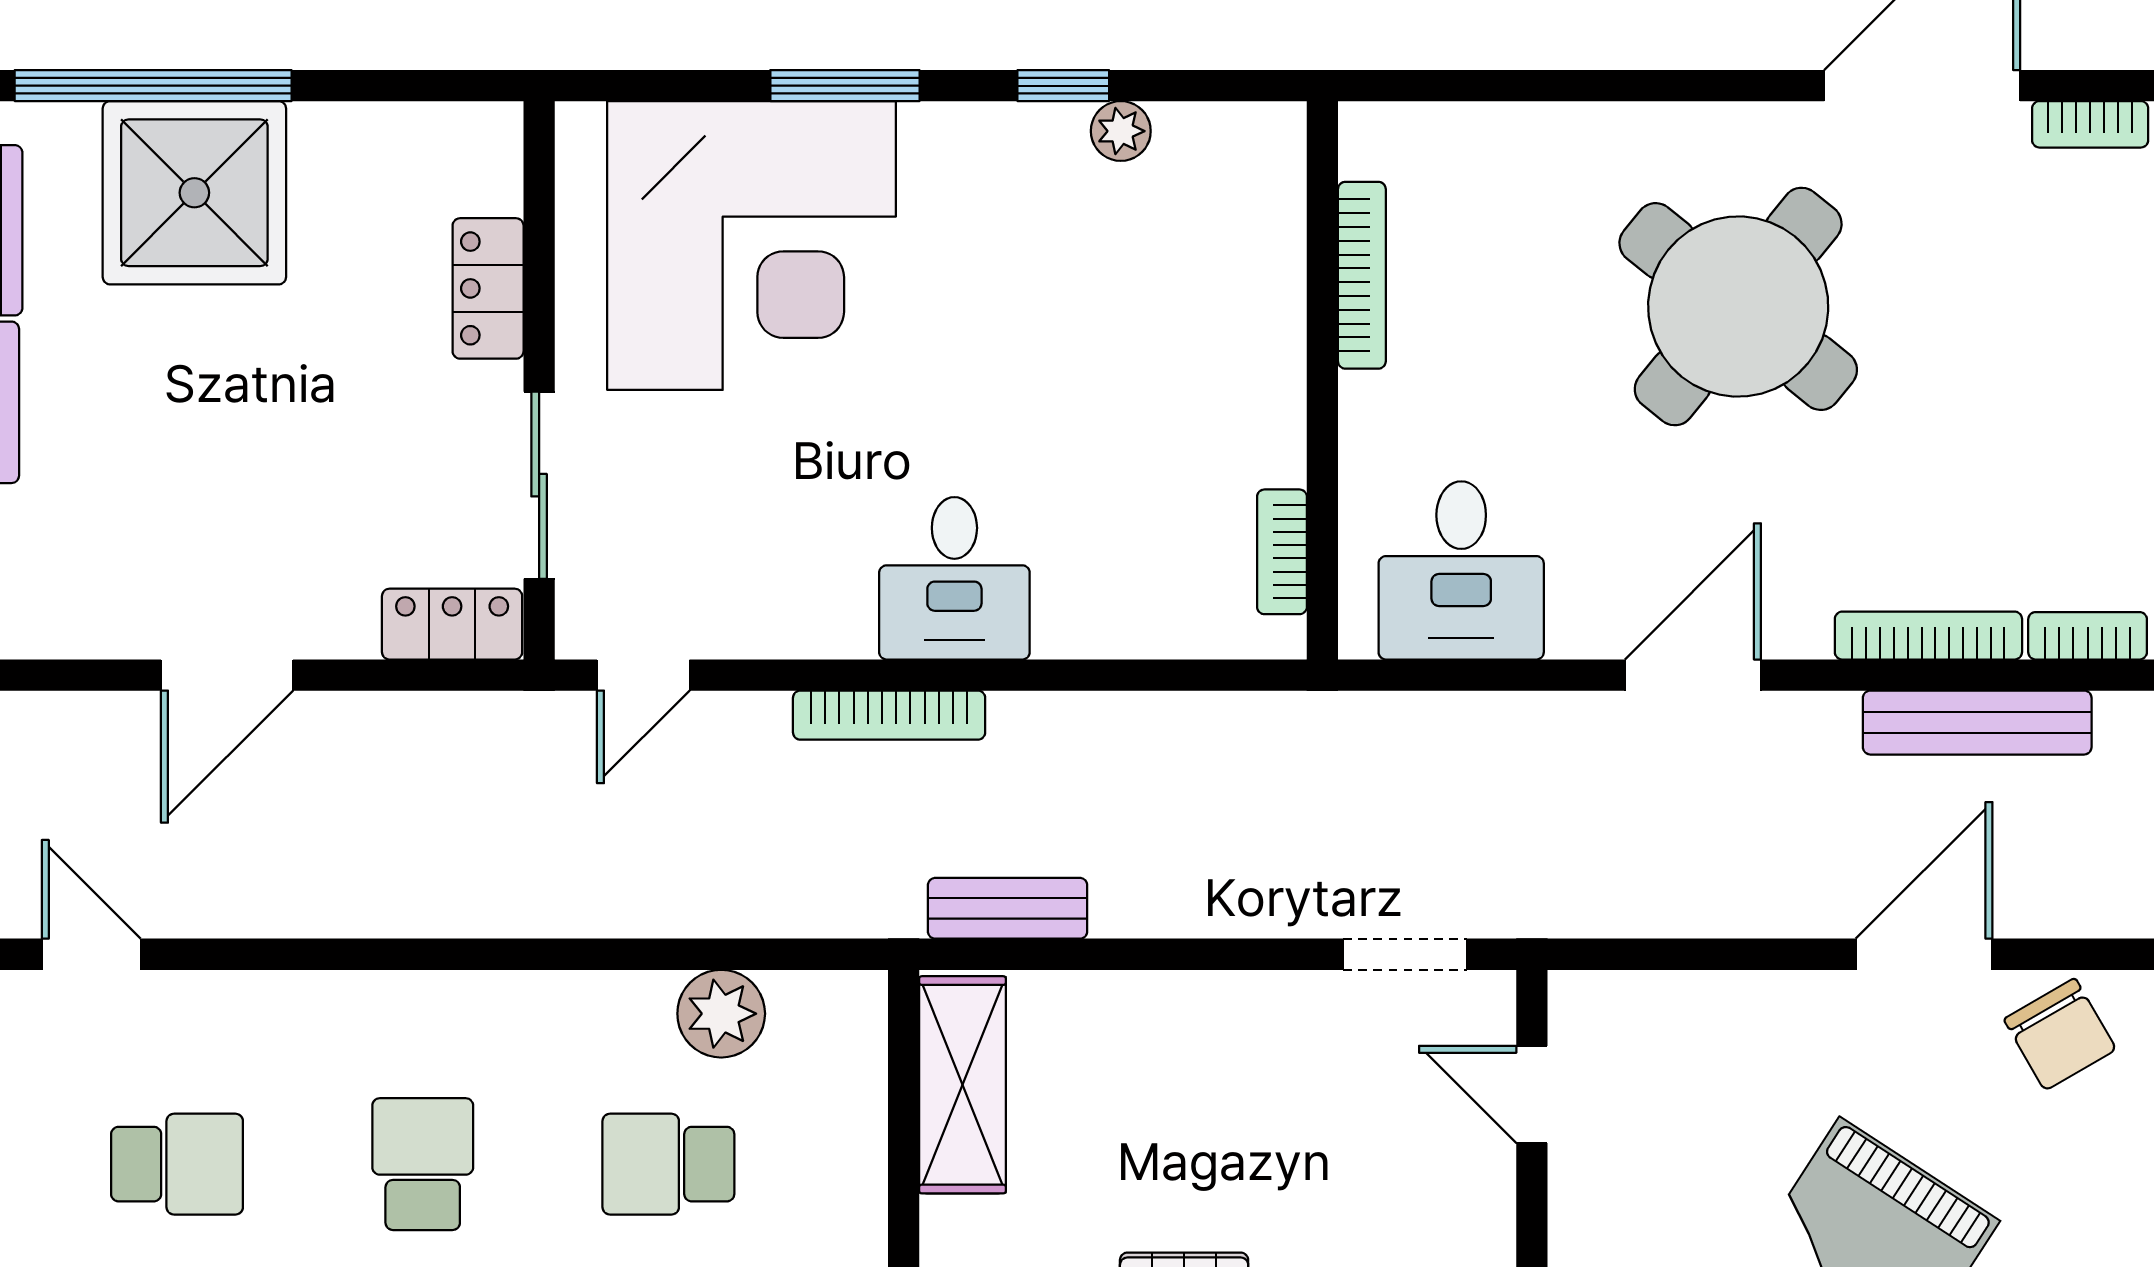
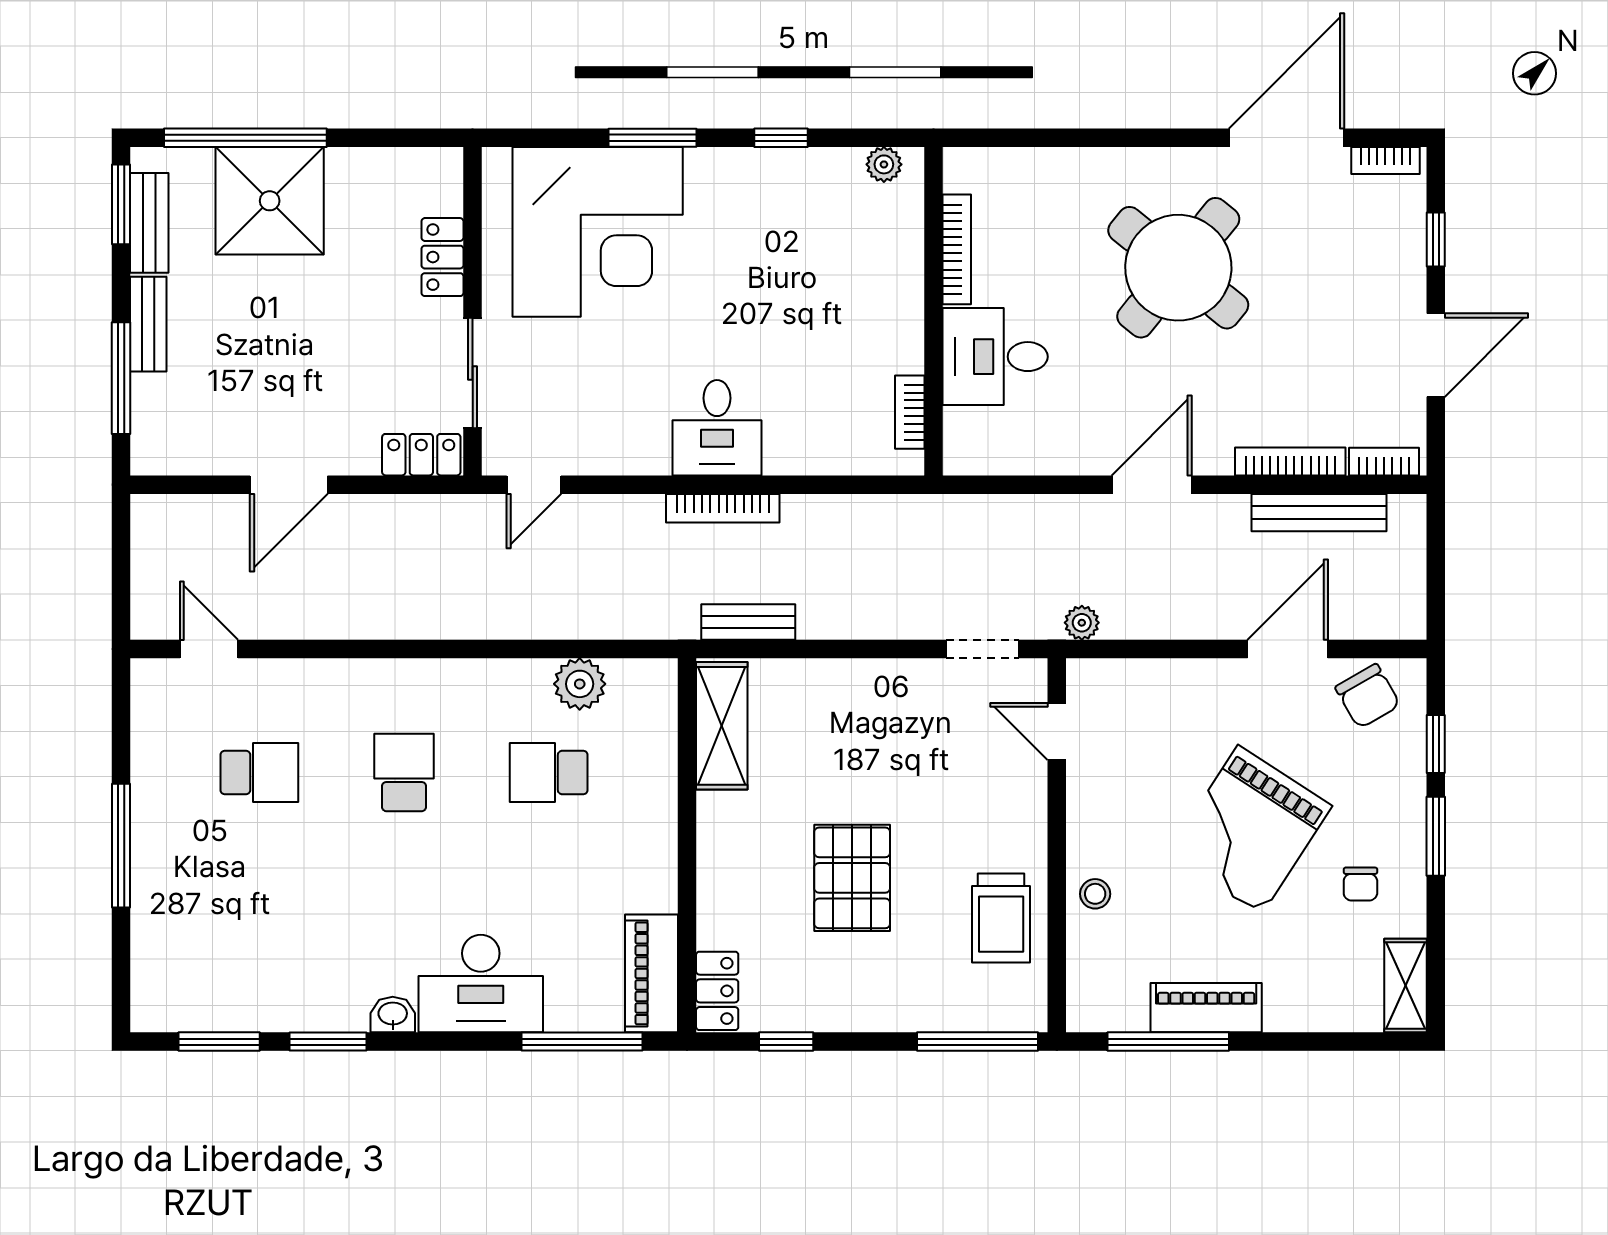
plant: (1121, 131) -> (884, 164), moved
desk: (1461, 570) -> (995, 357), moved, turned 90
bookcase: (889, 715) -> (723, 508), moved
plant: (1574, 910) -> (1082, 623), added

